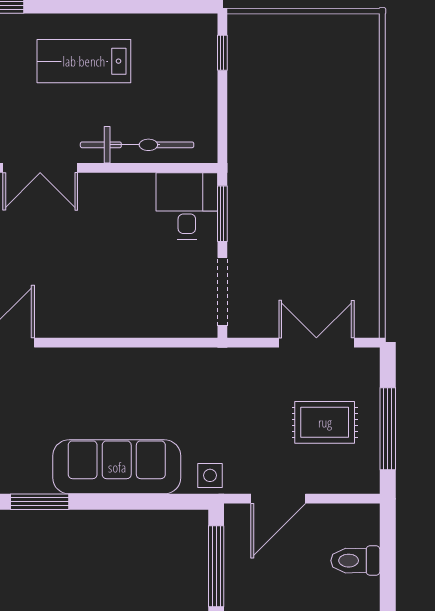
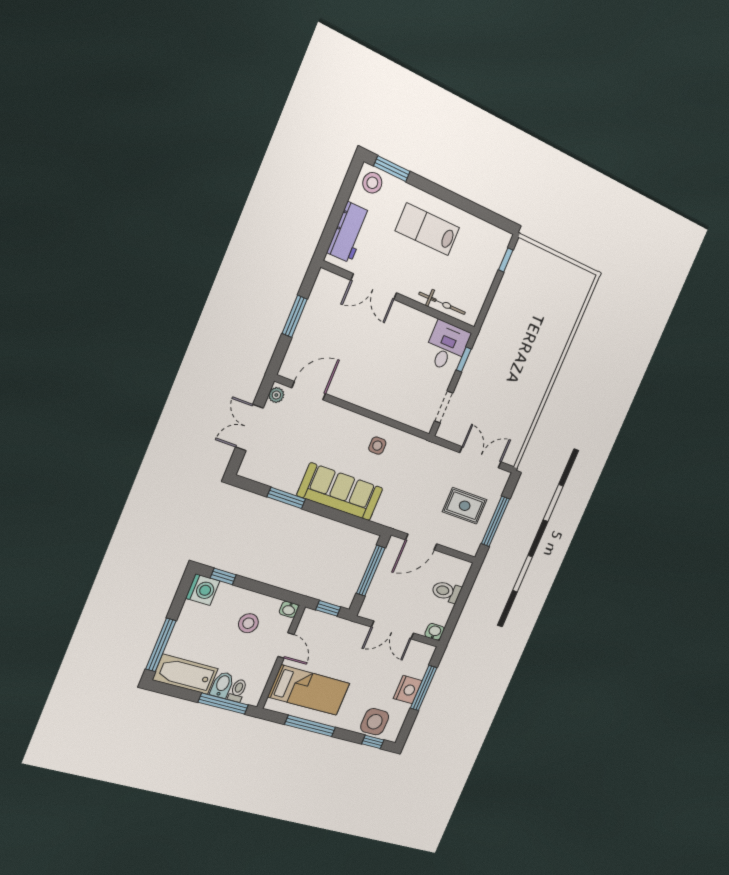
bicycle: (137, 145) -> (442, 303), width x0.73, depth x0.71
window: (222, 214) -> (464, 359), width x0.67
doorway: (222, 292) -> (444, 407), width x0.73
side table: (210, 475) -> (377, 446), moved

